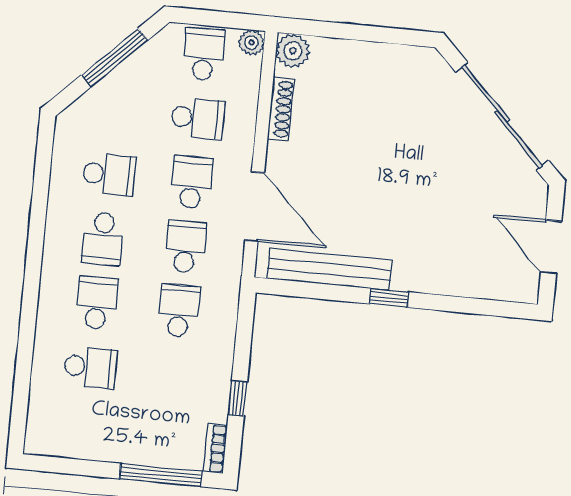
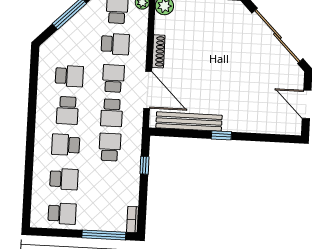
shoe rack: (281, 109) -> (158, 51), moved
school desk: (185, 247) -> (112, 113), turned 180
school desk: (97, 303) -> (66, 145), turned -90
window: (238, 398) -> (145, 165), moved
school desk: (84, 431) -> (62, 213), added

